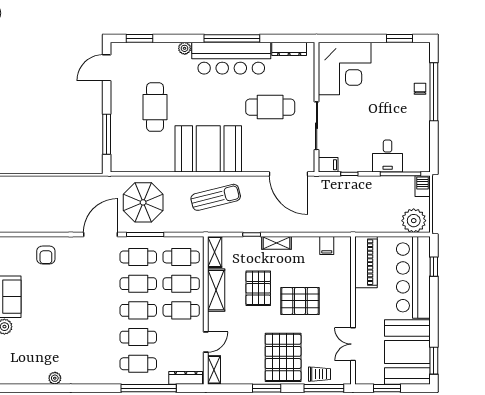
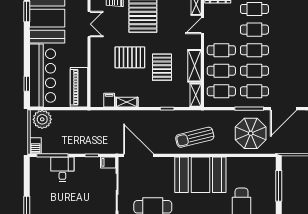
shelving: (277, 243) -> (127, 102), moved

